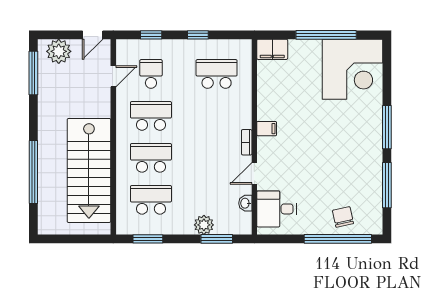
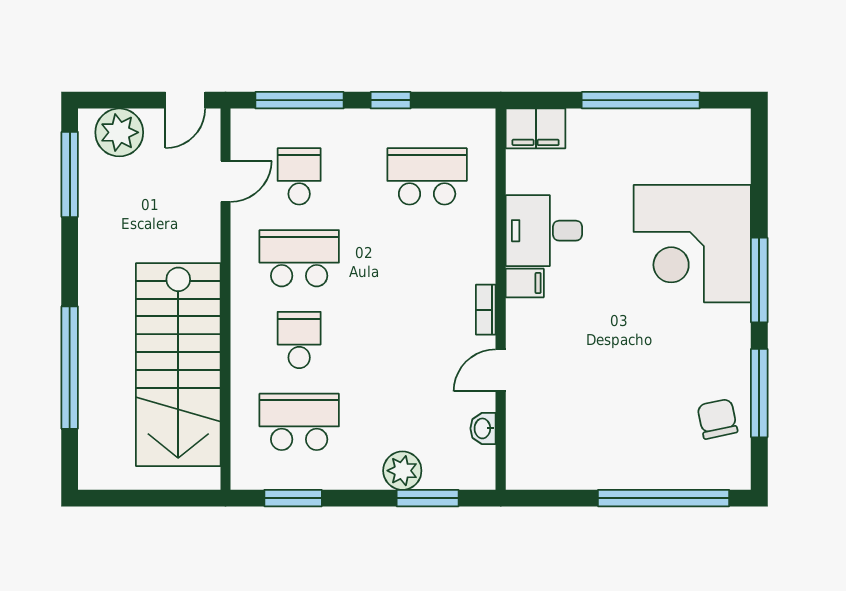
window: (151, 35) -> (300, 100), width x2.17
corner desk: (353, 69) -> (692, 244), moved, turned 90
school desk: (151, 158) -> (299, 340), width x0.54
desk: (276, 209) -> (544, 231), moved
chair: (343, 217) -> (717, 419), moved

